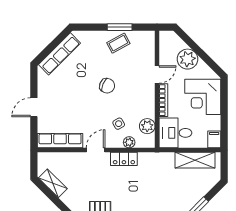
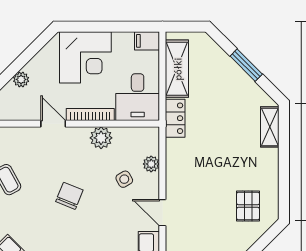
plant: (187, 59) -> (21, 79), width x0.53, depth x0.53
plant: (147, 126) -> (101, 138), moved
locker: (124, 159) -> (175, 118), moved

